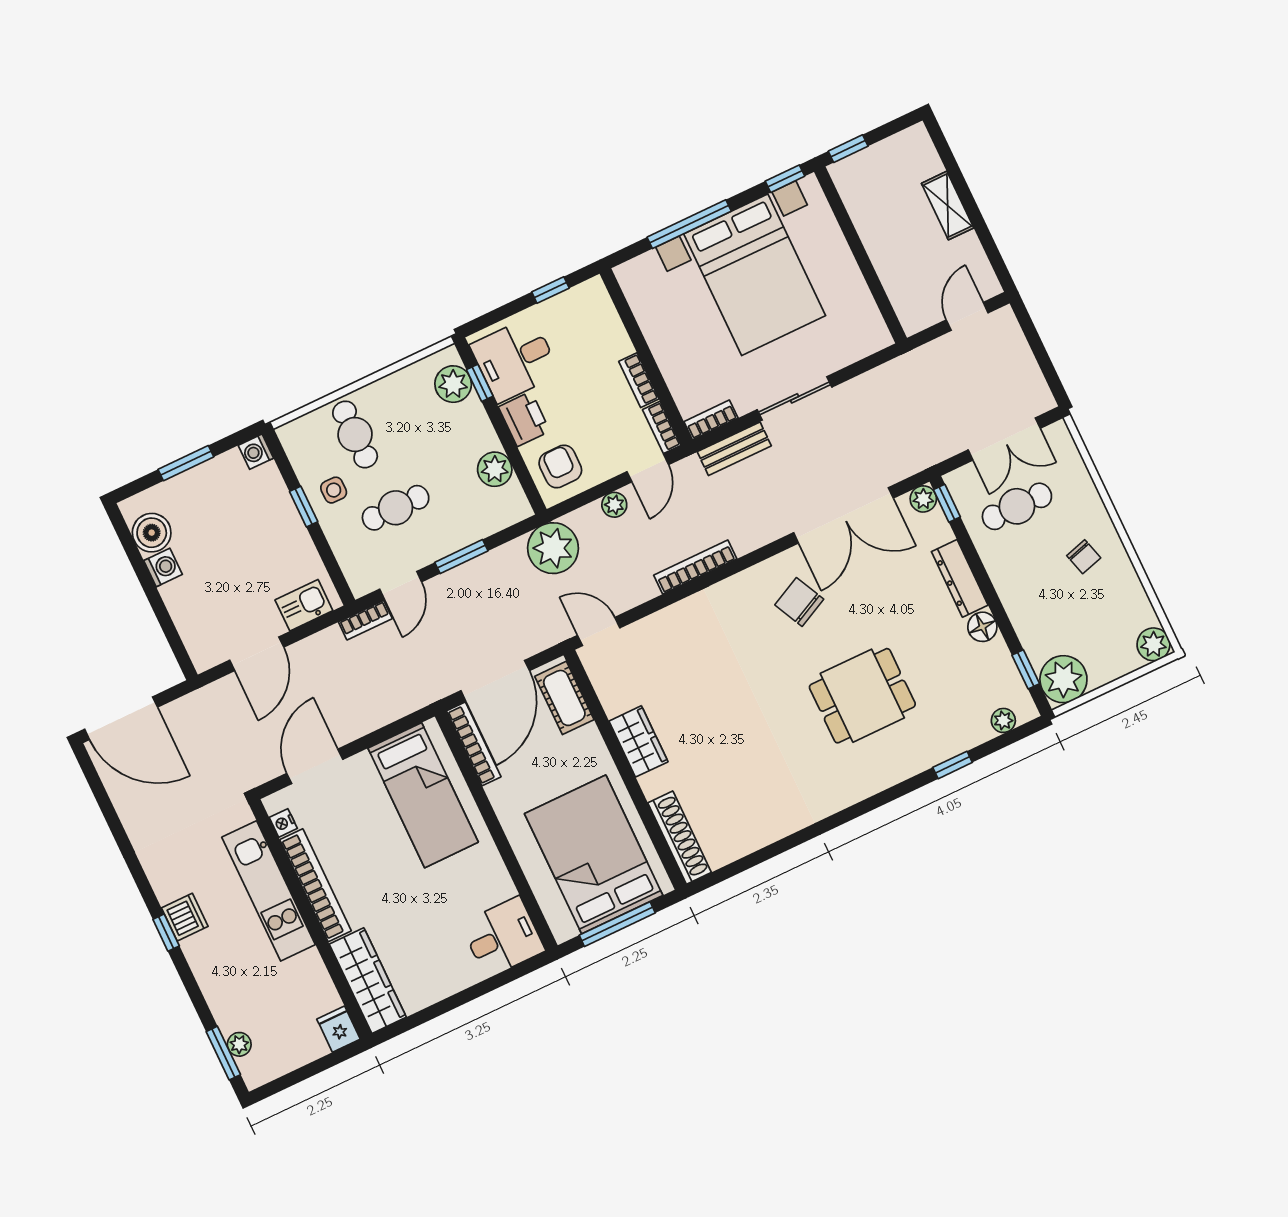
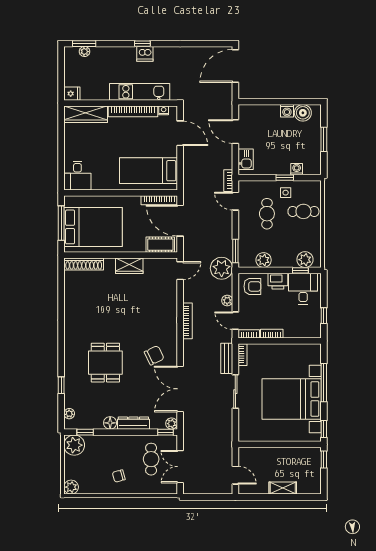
washing machine: (256, 452) -> (297, 169), moved
window: (461, 557) -> (235, 251), moved

